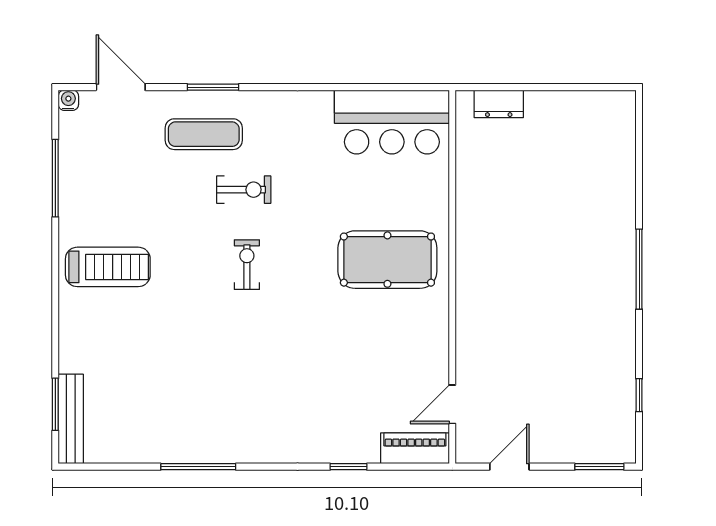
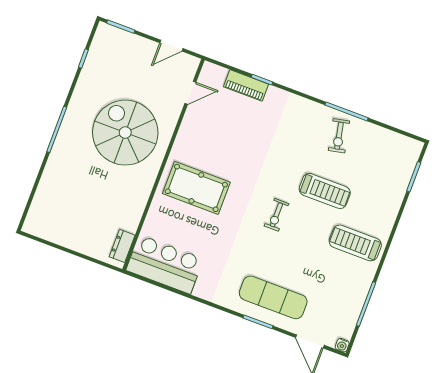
dresser: (499, 104) -> (122, 246), moved, turned -90
exercise mat: (204, 134) -> (273, 297), width x1.36, depth x1.45
exercise bike: (244, 190) -> (339, 136), moved, turned -102
spiral stairs: (530, 304) -> (125, 133), added
treadmill: (186, 330) -> (325, 191), added
bench: (71, 419) -> (408, 165), removed
piano: (415, 448) -> (246, 85), moved

